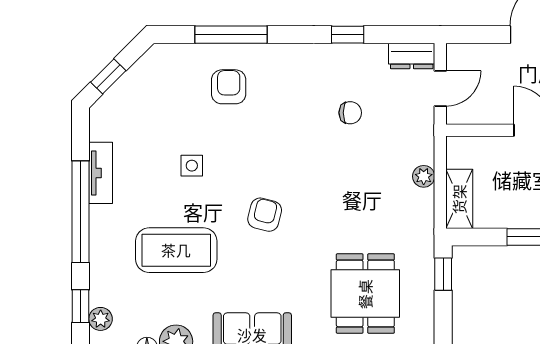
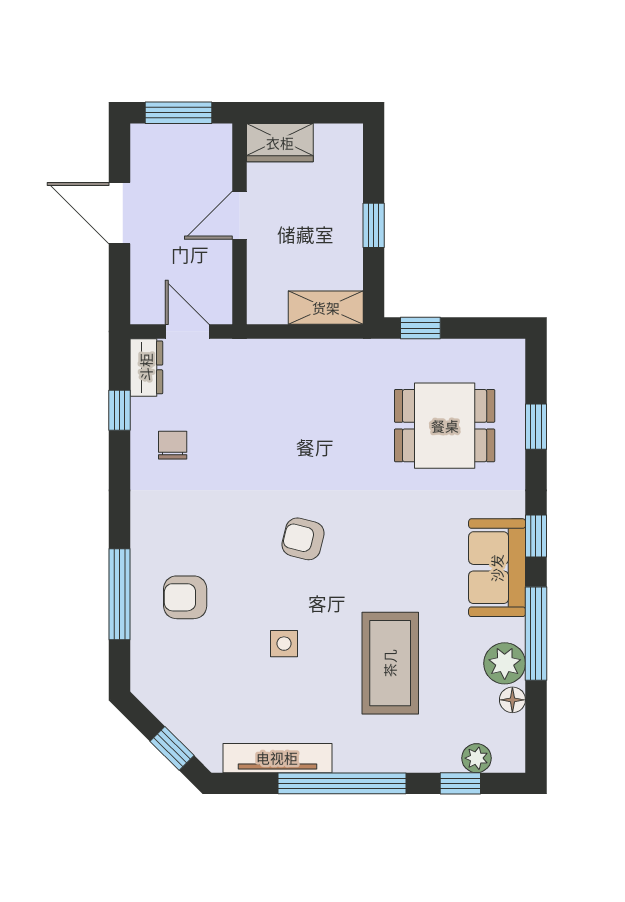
window: (348, 35) -> (119, 410), moved
chair: (350, 113) -> (173, 445), moved
tv unit: (101, 173) -> (277, 758), width x1.41
plant: (424, 176) -> (297, 352), removed
armchair: (265, 215) -> (303, 539), moved

